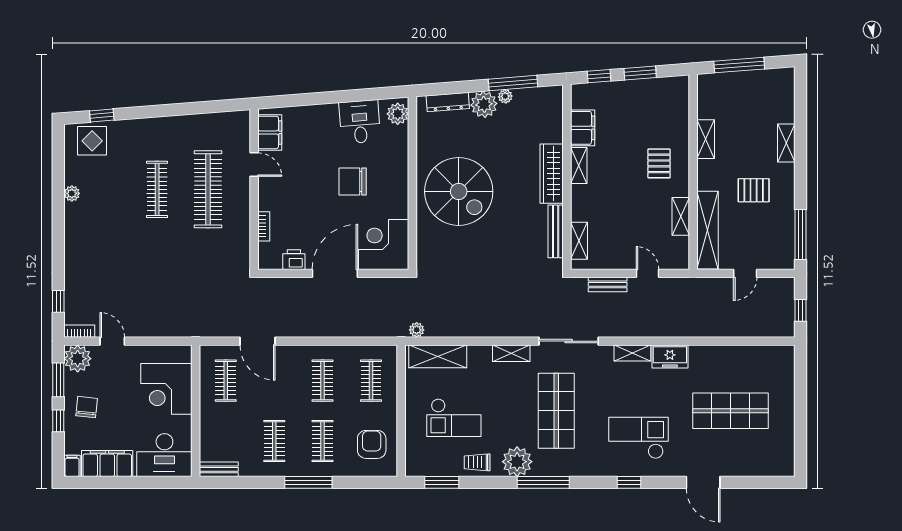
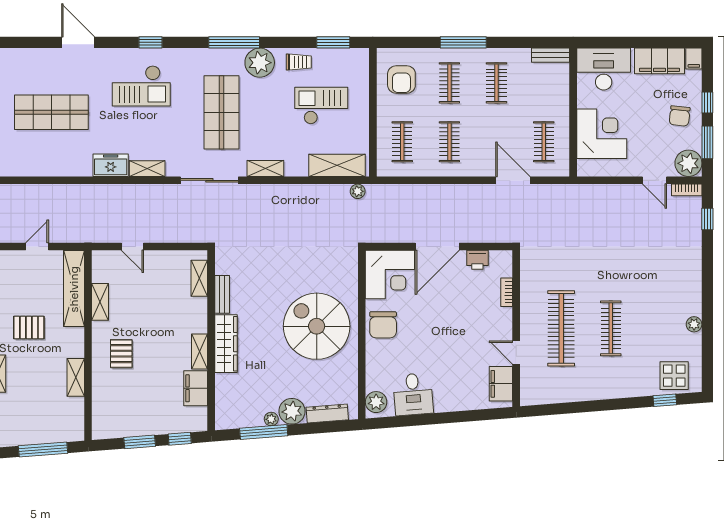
chair: (353, 182) -> (383, 325), moved, turned 90
bench: (556, 231) -> (222, 294), width x0.73
bench: (608, 284) -> (171, 236), removed

